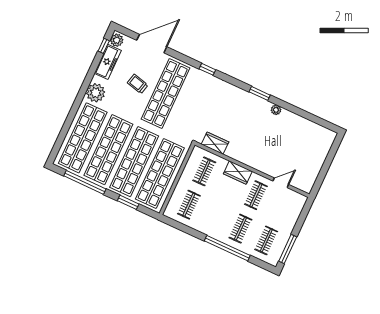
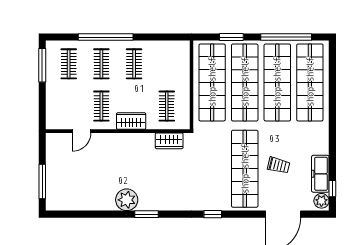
plant: (96, 93) -> (318, 136), removed
plant: (276, 110) -> (127, 200), width x1.88, depth x1.88
window: (330, 157) -> (42, 181), added
clothes rail: (189, 205) -> (134, 64), moved

